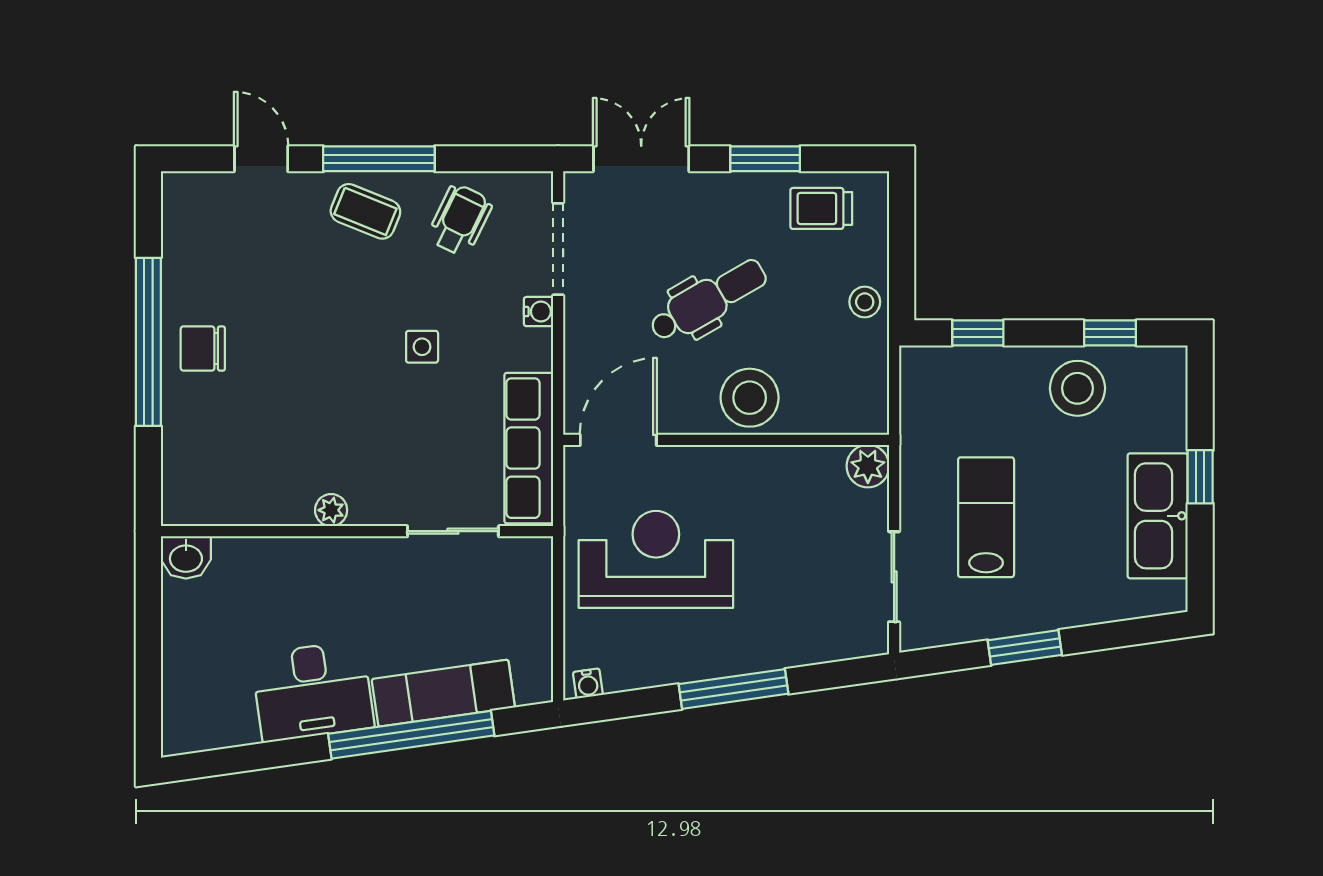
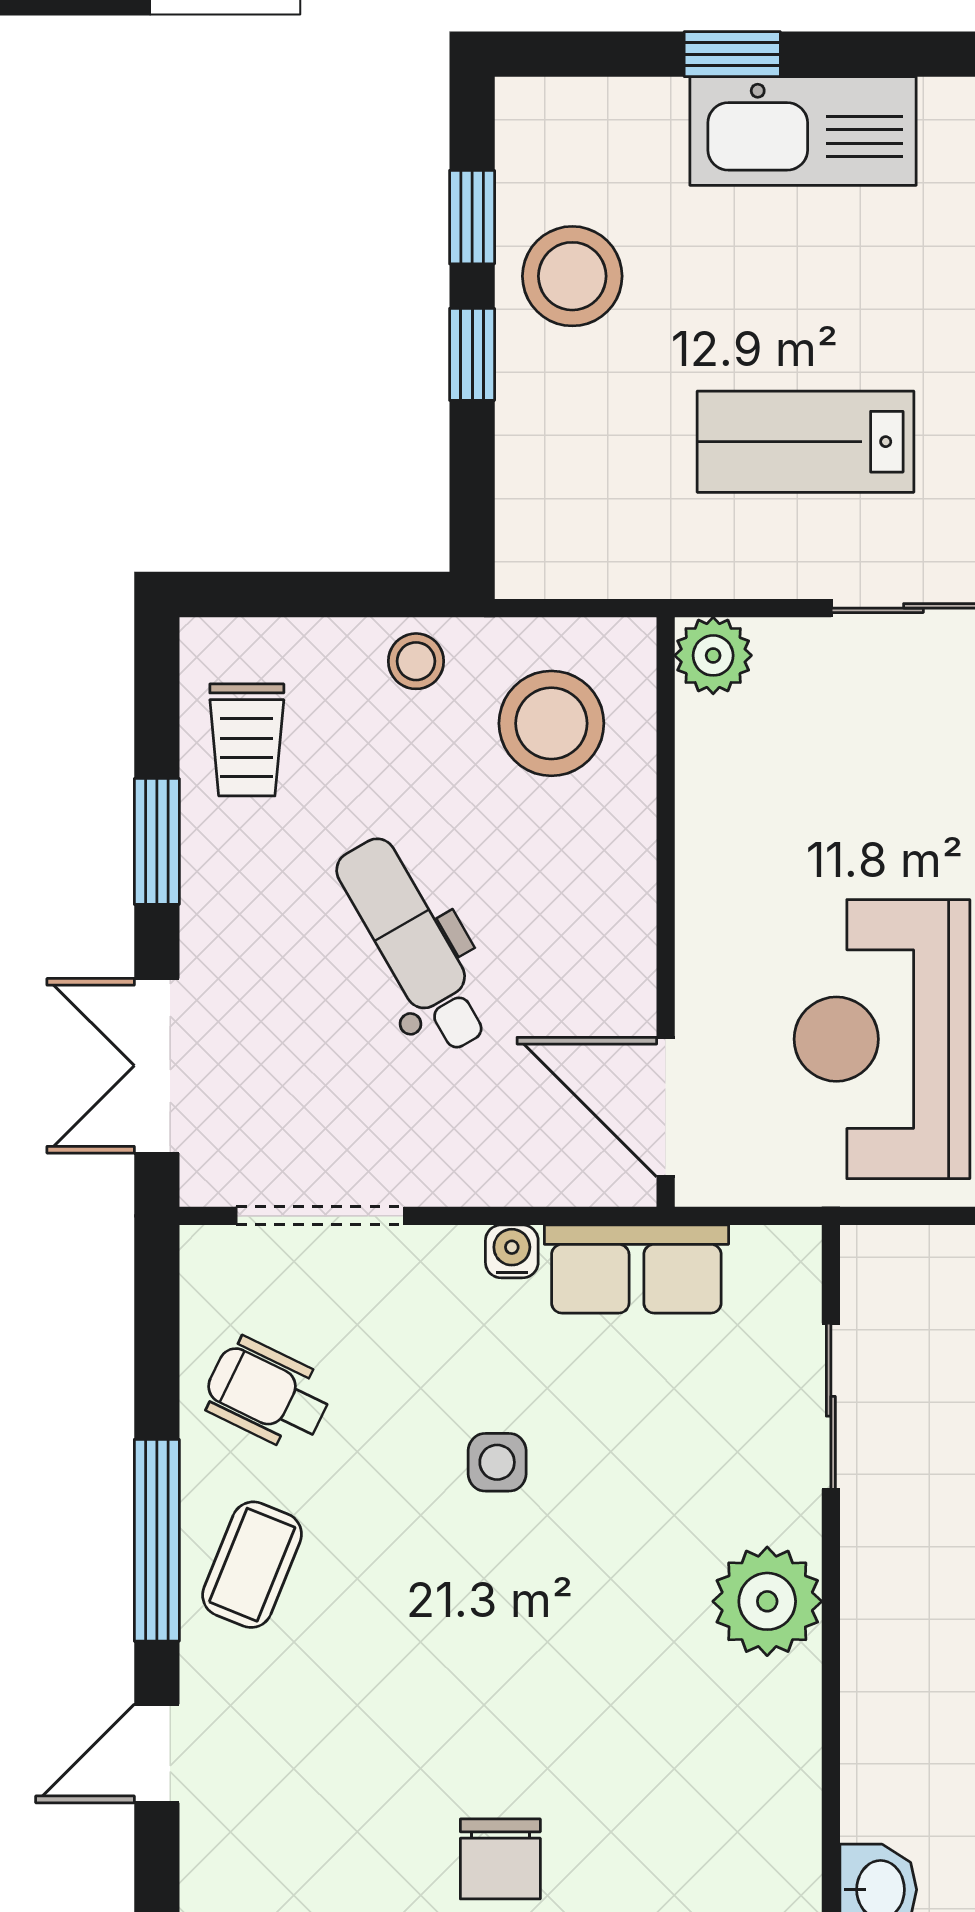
water cooler: (539, 312) -> (512, 1251), moved
window: (978, 333) -> (472, 354), moved
stool: (750, 398) -> (551, 723), moved
row of seats: (529, 448) -> (636, 1269), width x0.68
plant: (331, 510) -> (767, 1601), width x1.88, depth x1.88

